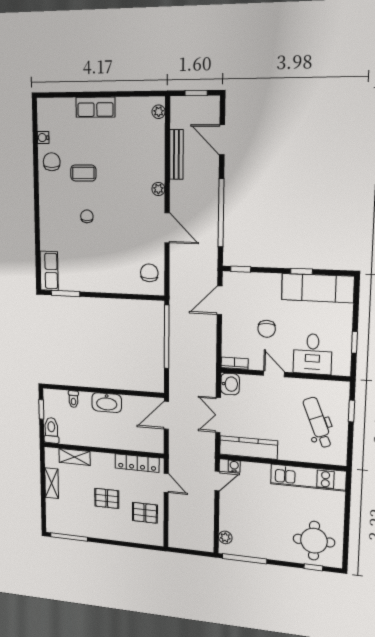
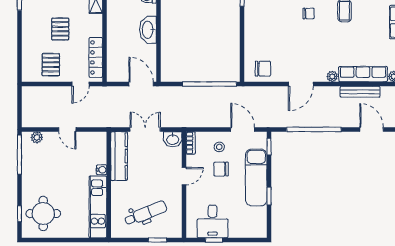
door: (222, 140) -> (372, 129), hinge flipped
row of seats: (156, 151) -> (363, 74), added
exam couch: (318, 288) -> (256, 177), moved
stool: (240, 329) -> (219, 147), added
desk: (313, 354) -> (213, 221), moved, turned -90
water cooler: (234, 466) -> (102, 170), moved
door: (217, 481) -> (67, 129), moved

